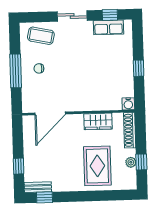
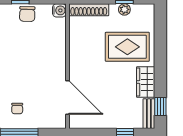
chair: (124, 75) -> (27, 14), added
wardrobe: (98, 121) -> (146, 82), moved, turned 180

